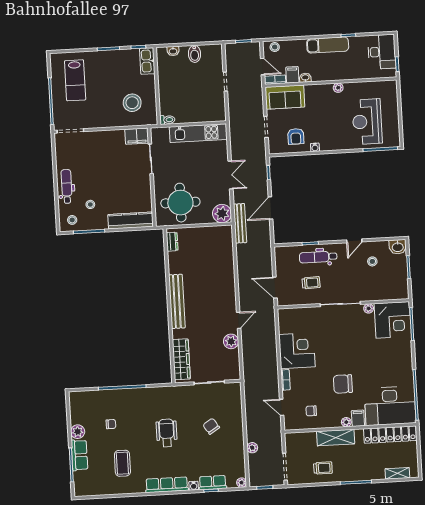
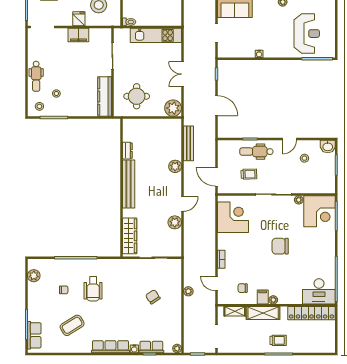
fridge: (111, 119) -> (79, 19), added
reception desk: (367, 122) -> (307, 34), turned 180
filing cabinet: (137, 136) -> (78, 35), moved
armchair: (296, 136) -> (243, 43), removed
double door: (230, 175) -> (183, 74), swing flipped
dental chair: (67, 186) -> (36, 76), turned 180
round table: (180, 203) -> (137, 96), width x0.73, depth x0.73
door: (270, 208) -> (216, 106), swing flipped
kitchen counter: (131, 221) -> (105, 97), moved, turned -90
bench: (240, 223) -> (189, 143), moved
dresser: (172, 242) -> (127, 151), moved
plant: (228, 279) -> (175, 166), added
corner desk: (297, 351) -> (233, 217), moved
chair: (343, 384) -> (280, 246), moved
desk: (390, 406) -> (319, 291), width x0.73, depth x0.77
filing cabinet: (358, 418) -> (263, 297), moved
plant: (78, 432) -> (34, 276), moved
wheelchair: (167, 433) -> (93, 289), moved, turned 180
plant: (252, 448) -> (188, 291), moved
row of seats: (79, 455) -> (34, 335), moved
coffee table: (122, 463) -> (72, 325), turned 58
trolley: (323, 468) -> (278, 340), moved
shelving: (397, 473) -> (235, 311), moved

